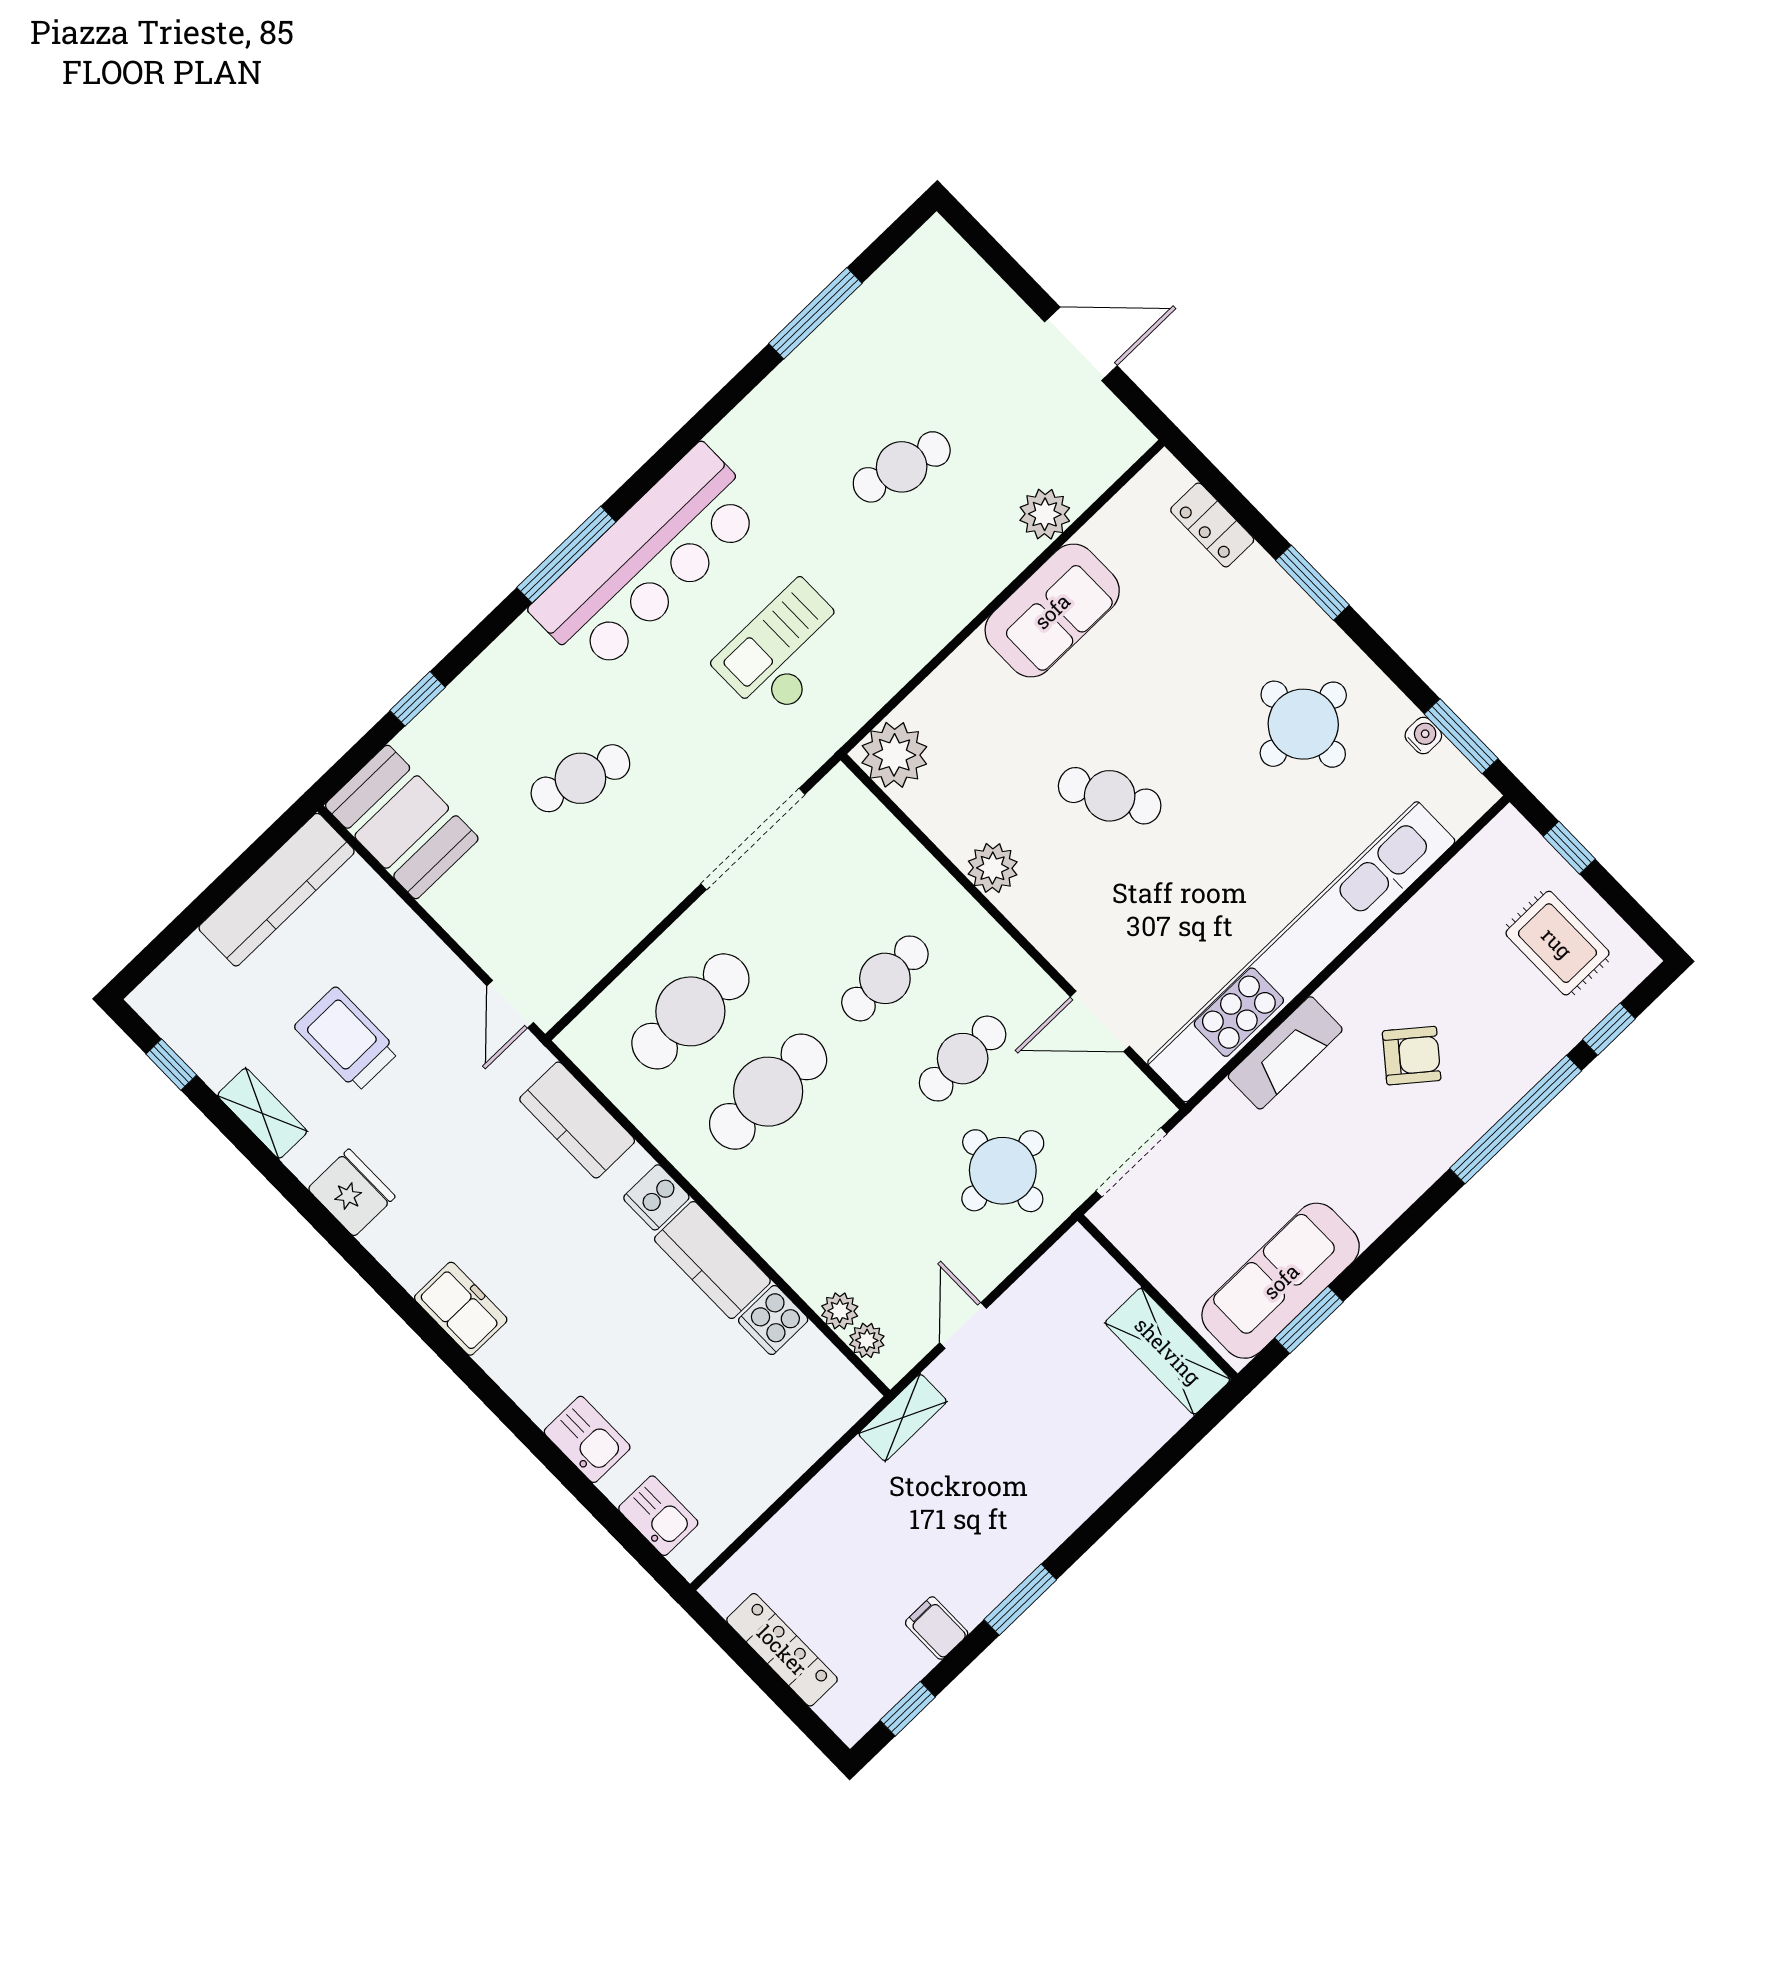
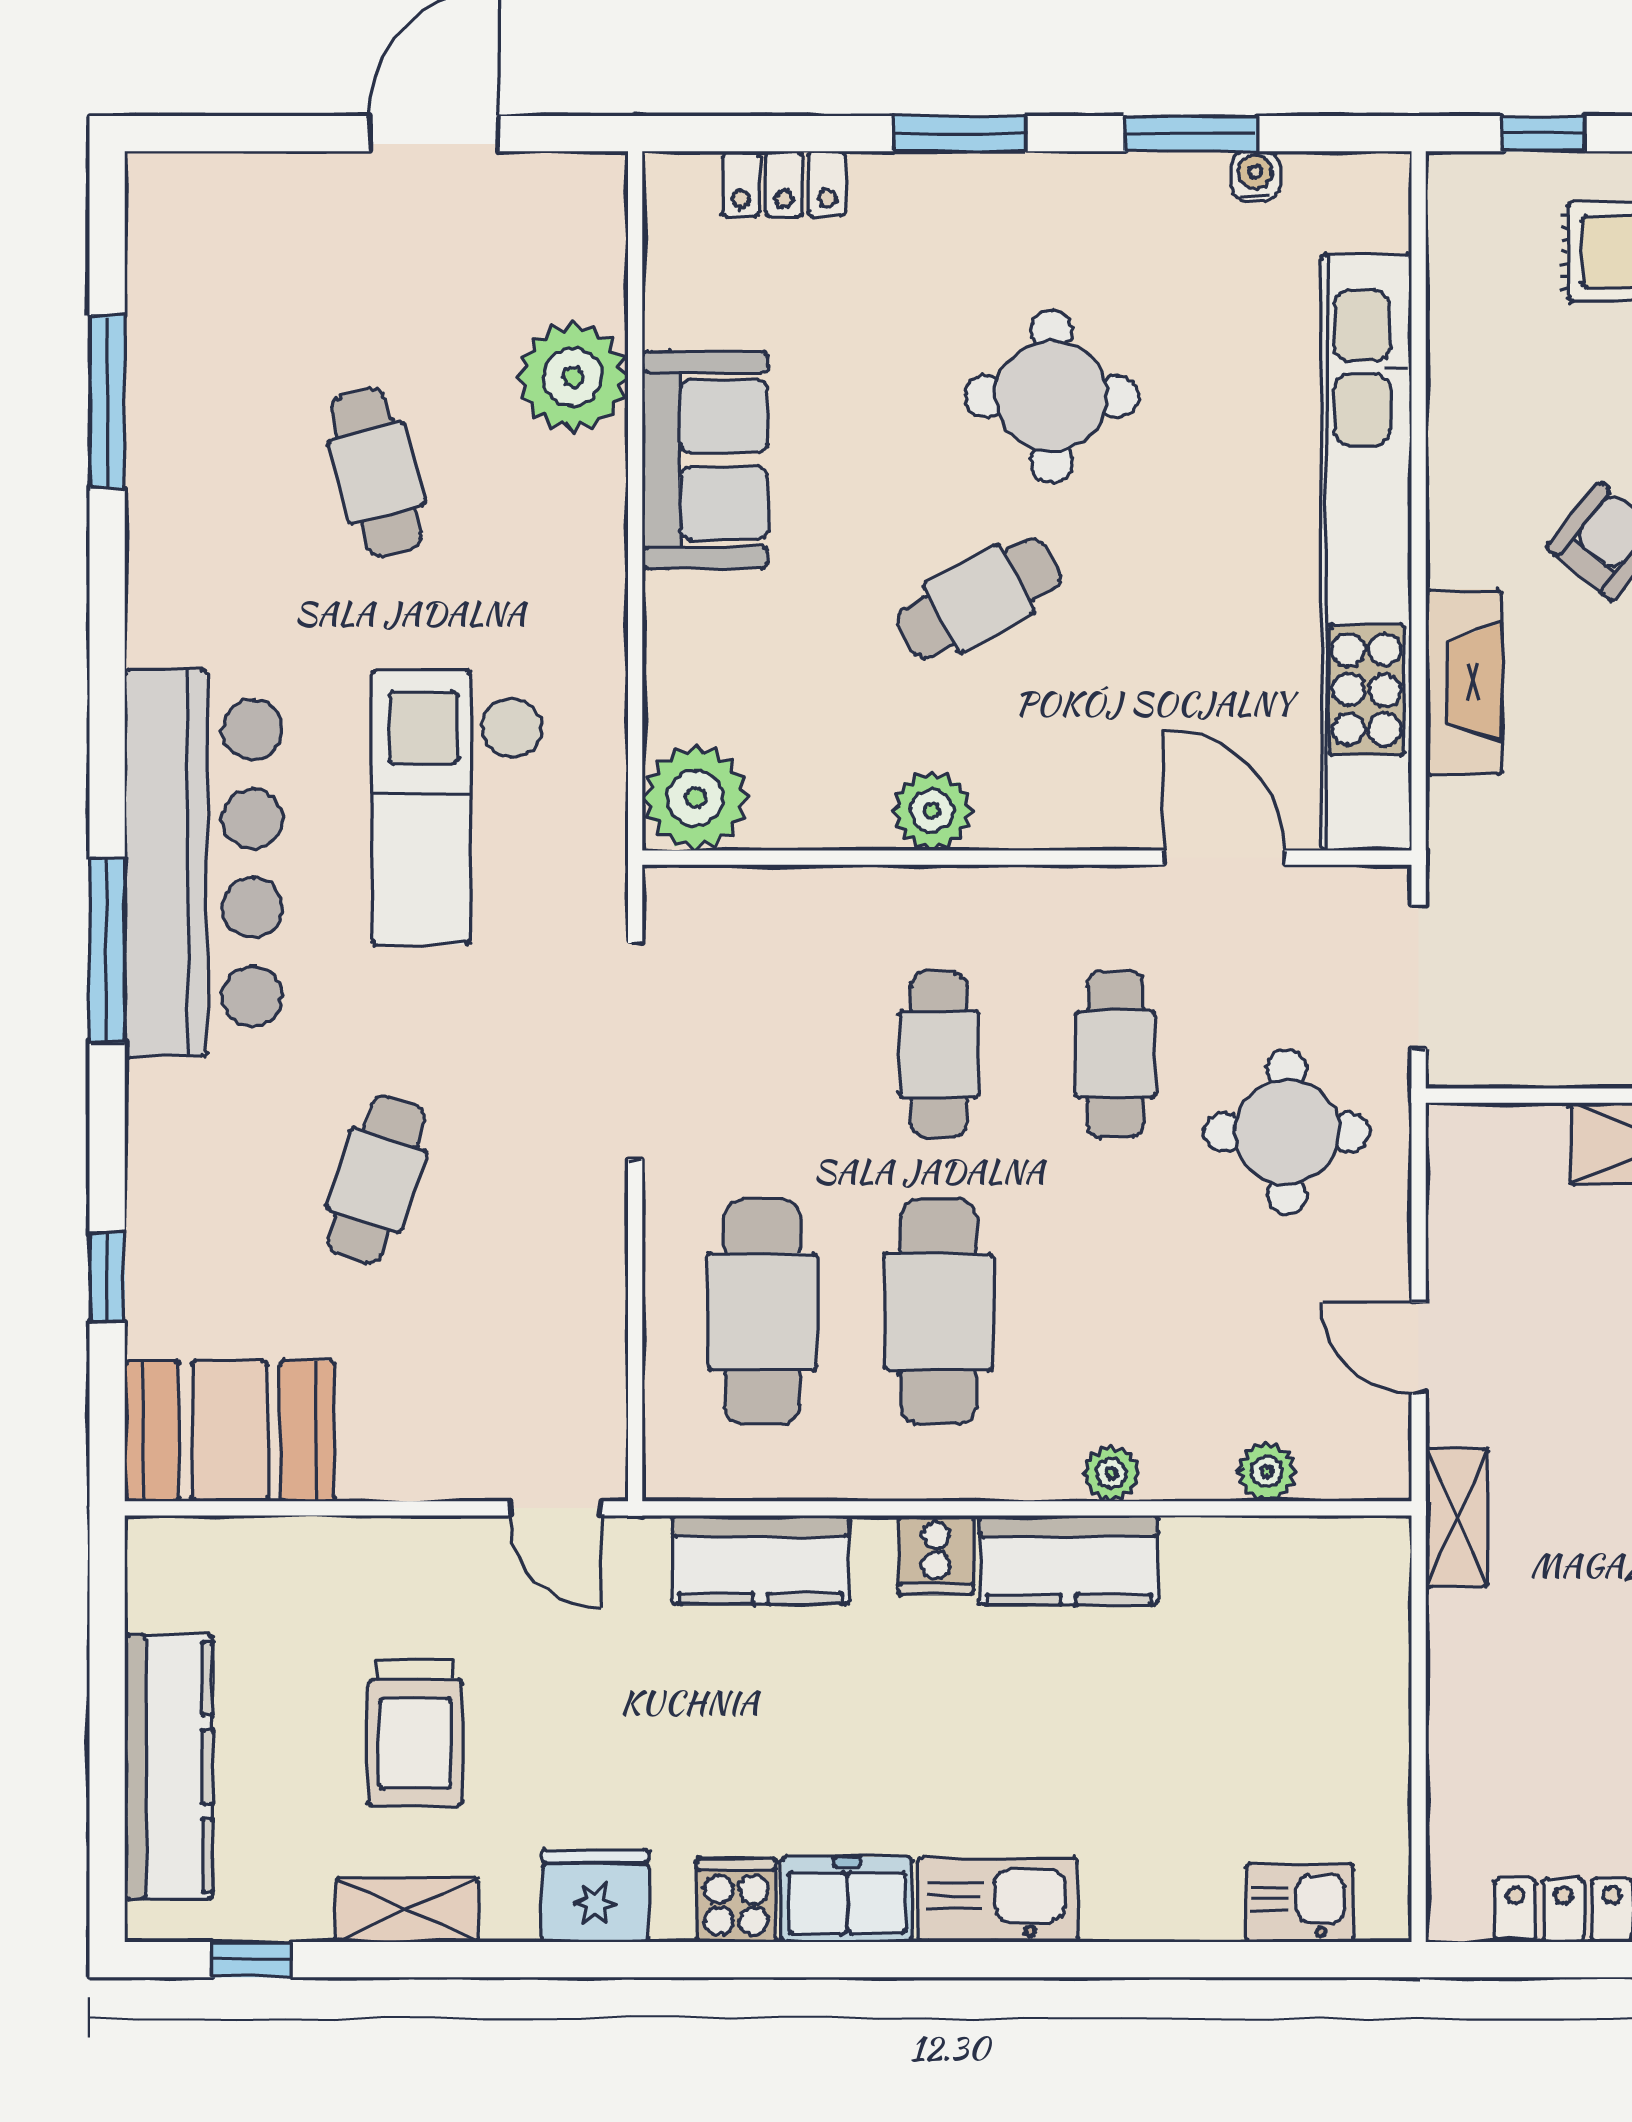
cafe table: (902, 467) -> (376, 473), turned -30
plant: (1045, 514) -> (573, 377), width x1.36, depth x1.36
checkout: (785, 651) -> (457, 807), width x1.36, depth x1.21
round table: (1303, 724) -> (1051, 396), moved
window: (1461, 736) -> (1191, 134), moved
kitchen counter: (277, 890) -> (169, 1767), moved
door: (1100, 1021) -> (1224, 858), swing flipped
trolley: (346, 1039) -> (415, 1733), turned -90
cooker: (773, 1320) -> (736, 1900), moved, turned 180
plant: (867, 1340) -> (1111, 1473), moved
kitchen sink: (587, 1439) -> (998, 1900), moved, width x1.38

